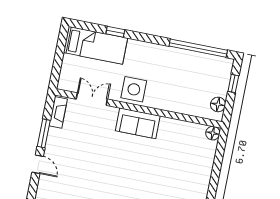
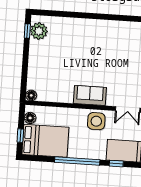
window: (198, 48) -> (77, 161), moved
bed: (202, 73) -> (45, 141), added

